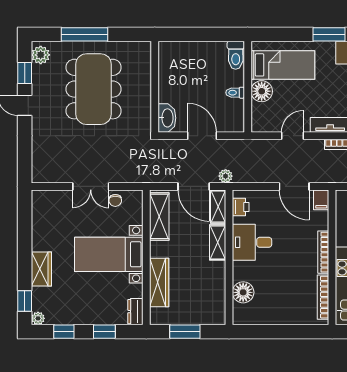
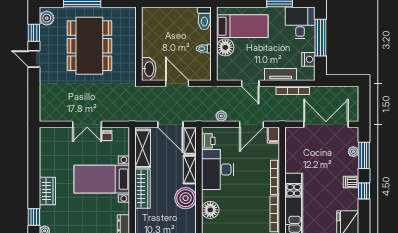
door: (292, 136) -> (250, 83), swing flipped
plant: (226, 176) -> (221, 116), moved
door: (294, 186) -> (252, 124), hinge flipped
desk: (252, 242) -> (217, 169), width x1.37
boiler: (212, 278) -> (186, 198), added
wardrobe: (159, 282) -> (142, 189), moved

